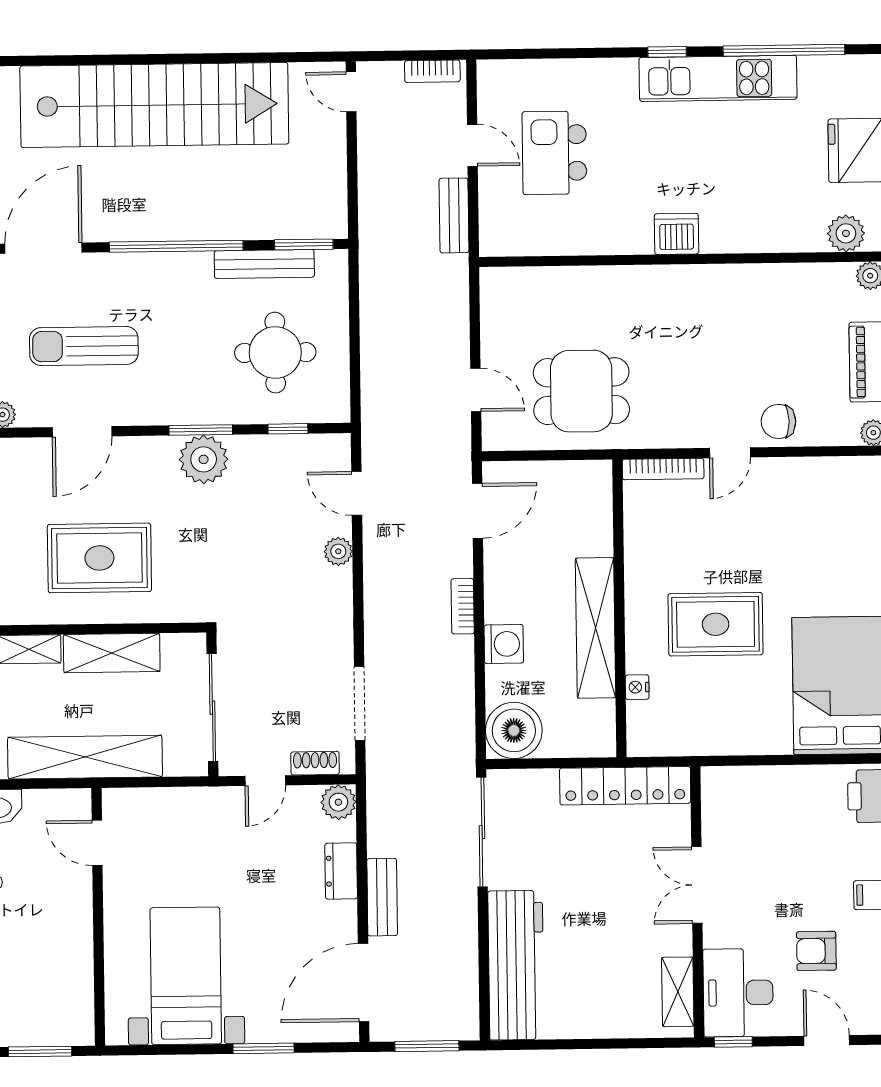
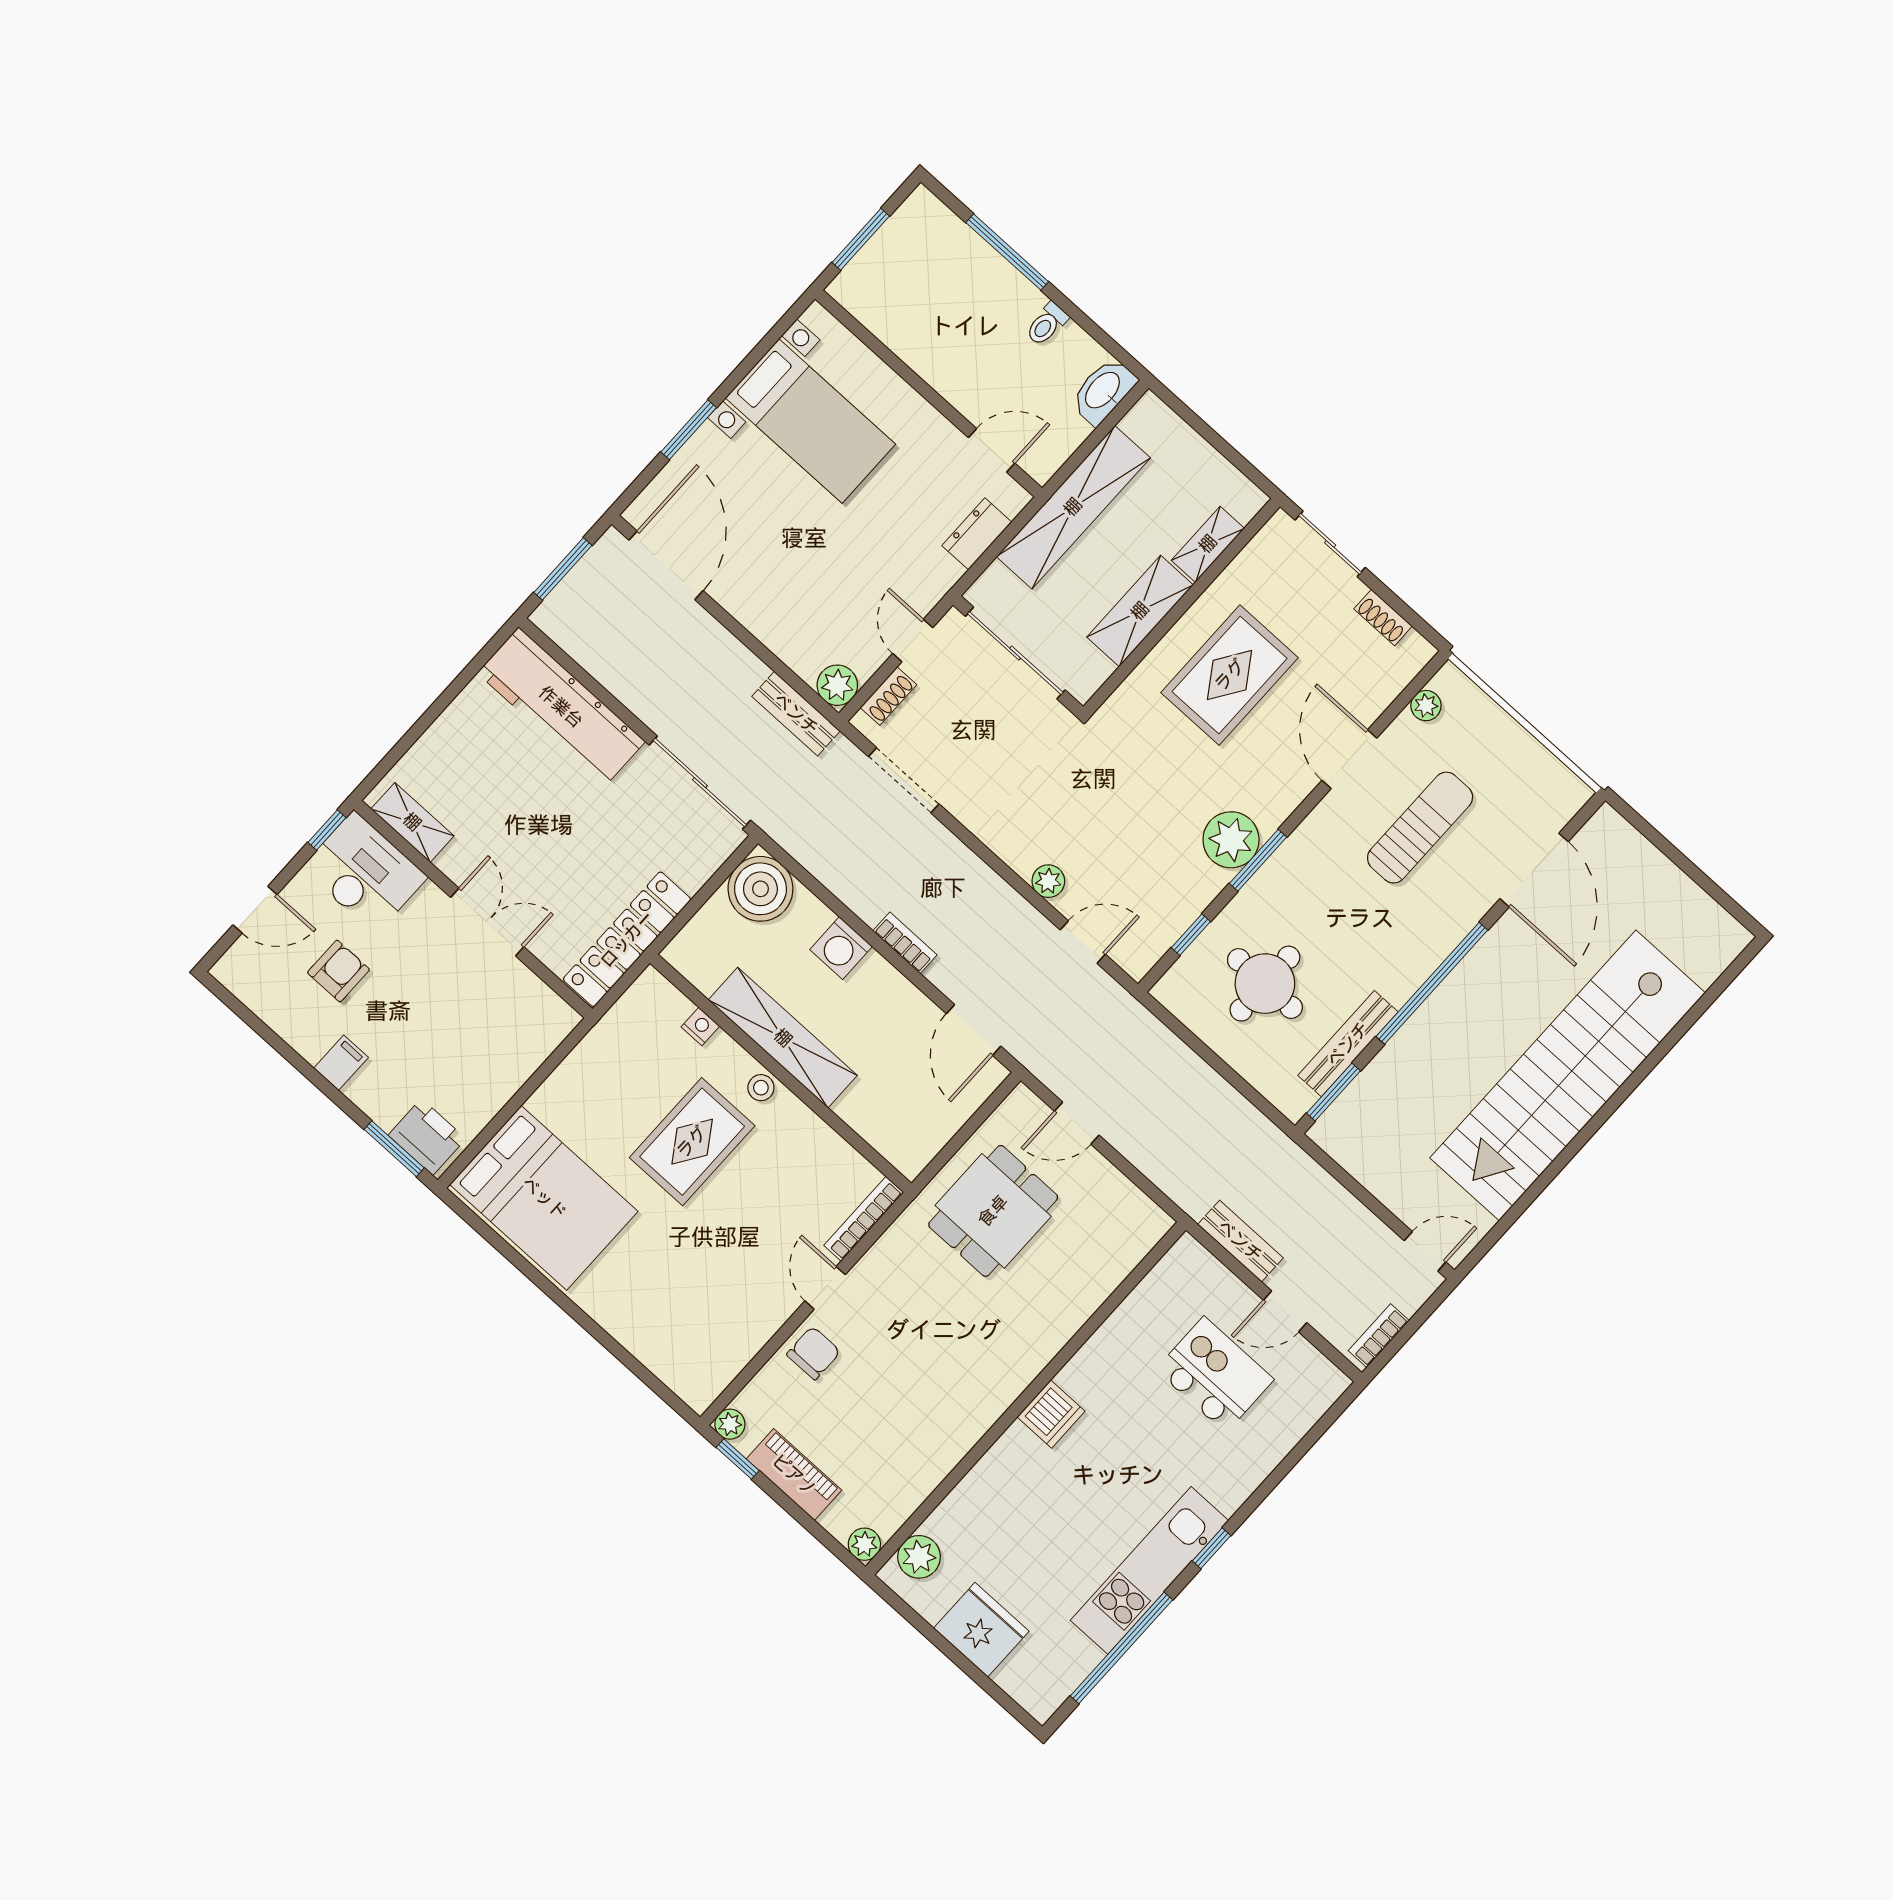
stool: (640, 612) -> (761, 1088), added
dresser: (341, 871) -> (977, 534), moved, turned -90
bench: (382, 897) -> (796, 714), moved

